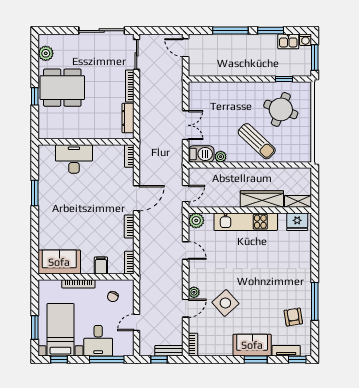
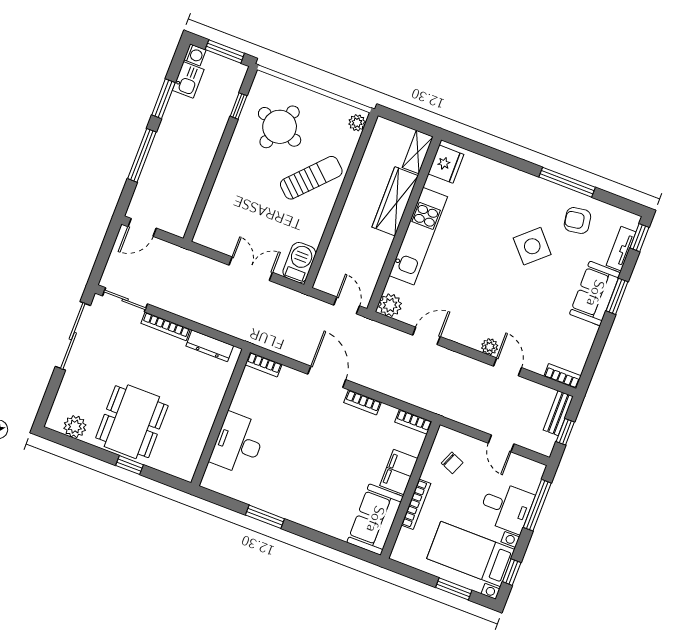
plant: (221, 157) -> (357, 123), moved
filing cabinet: (101, 266) -> (399, 472), width x2.00
side table: (225, 303) -> (532, 246), moved

